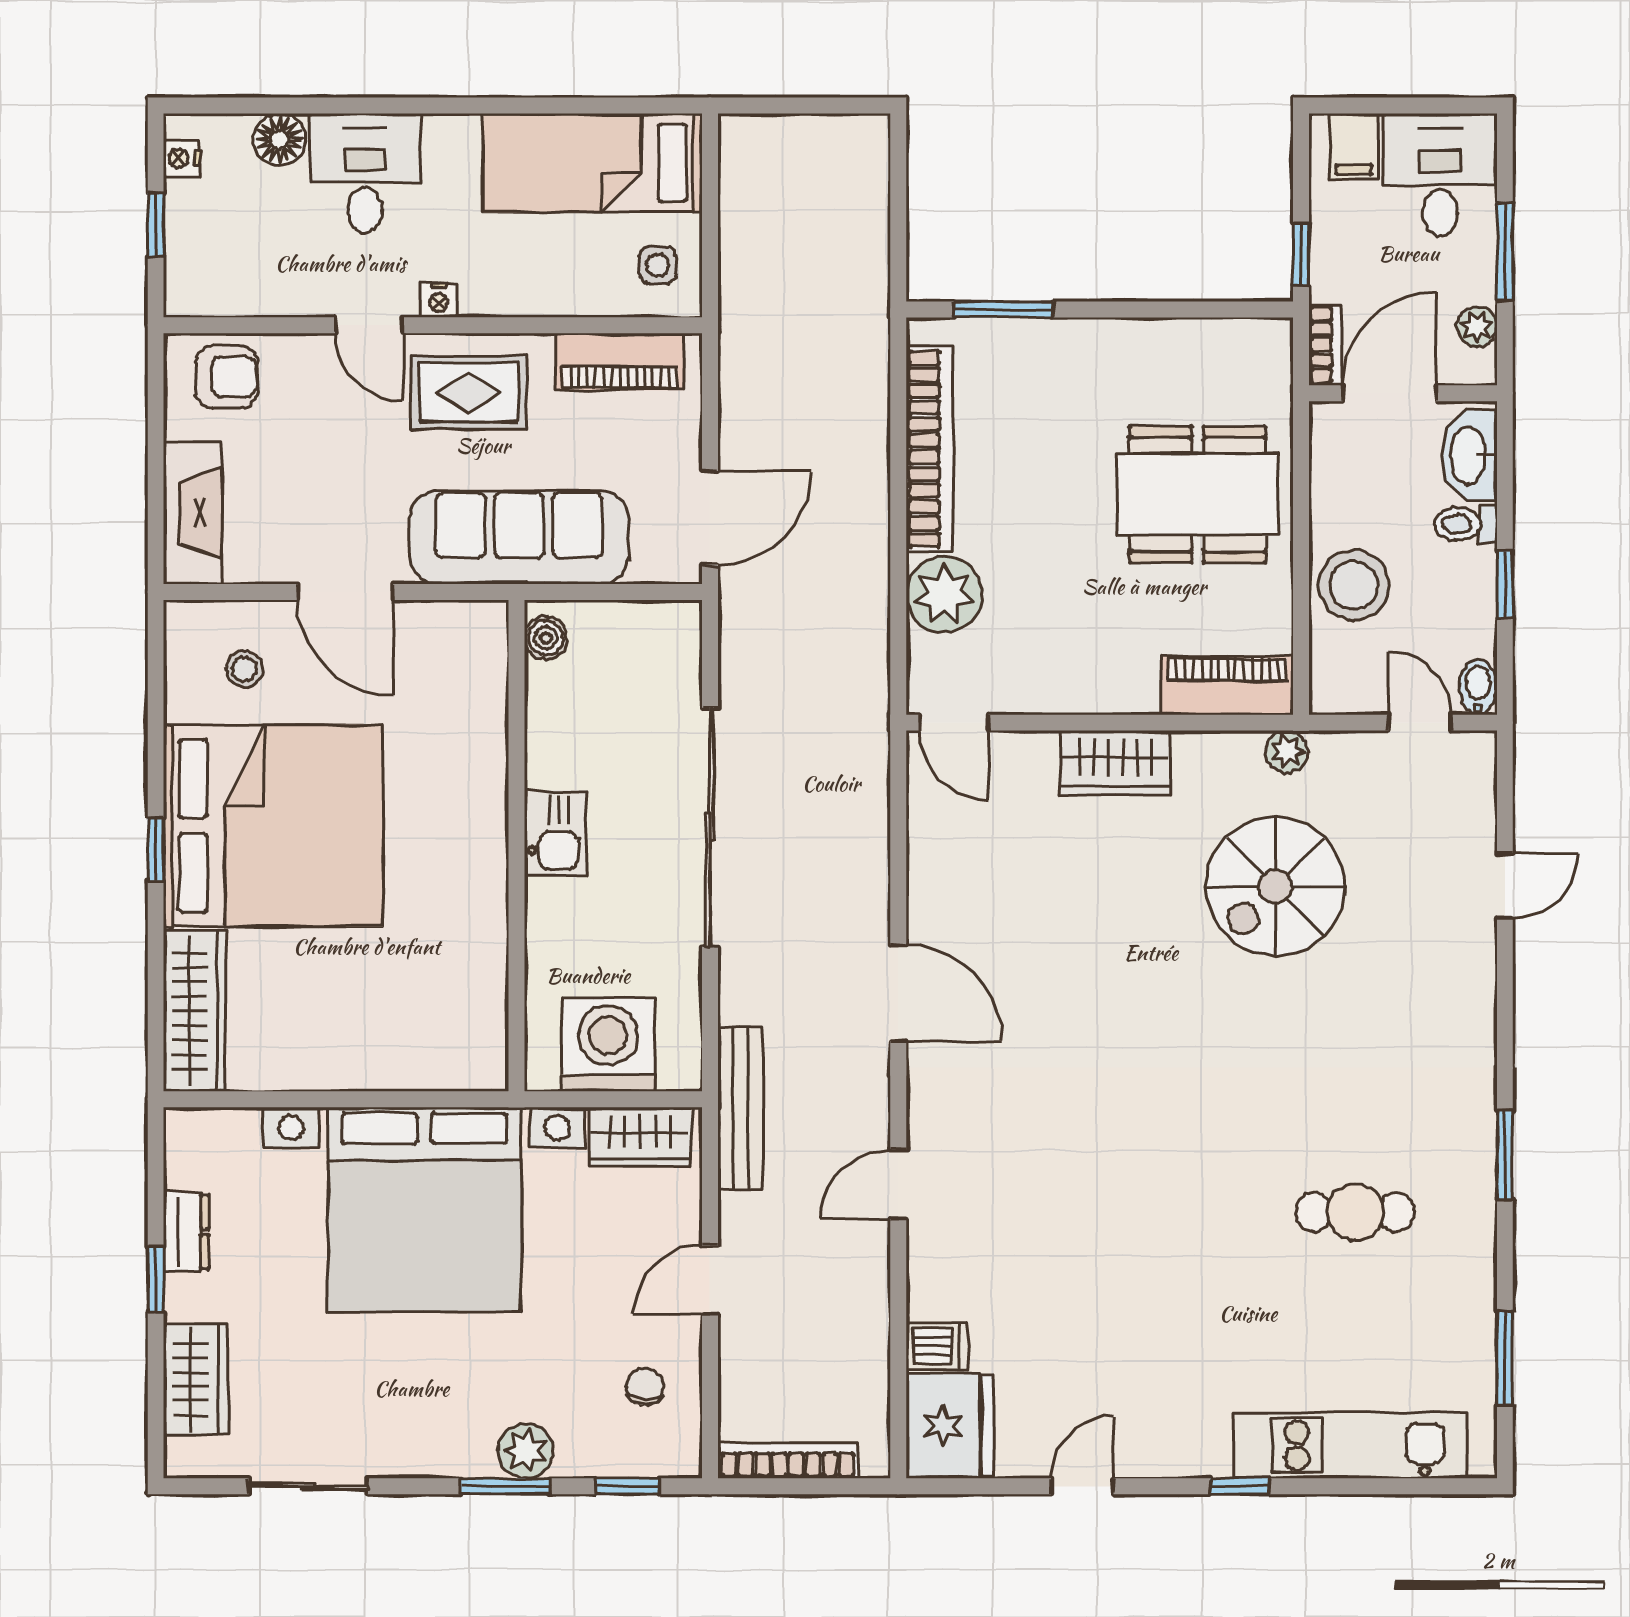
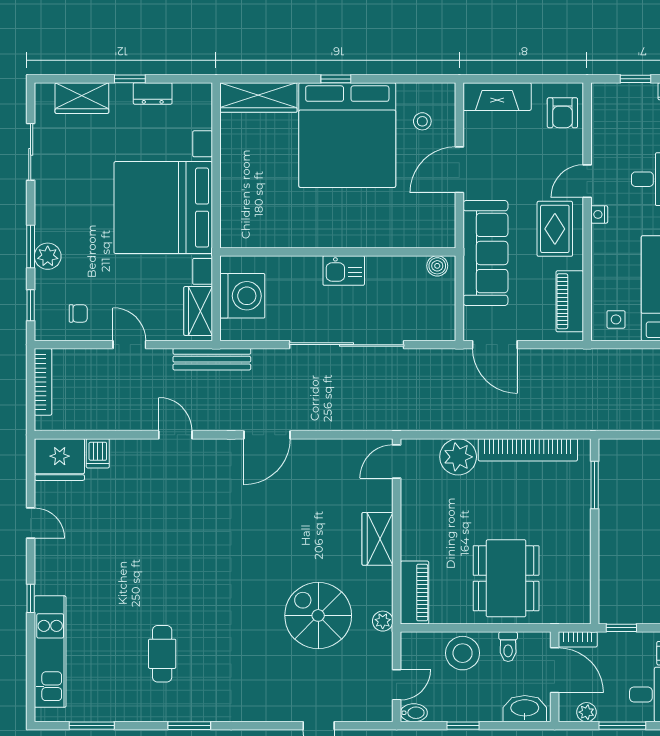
toilet: (1466, 524) -> (508, 647), moved, turned 180

